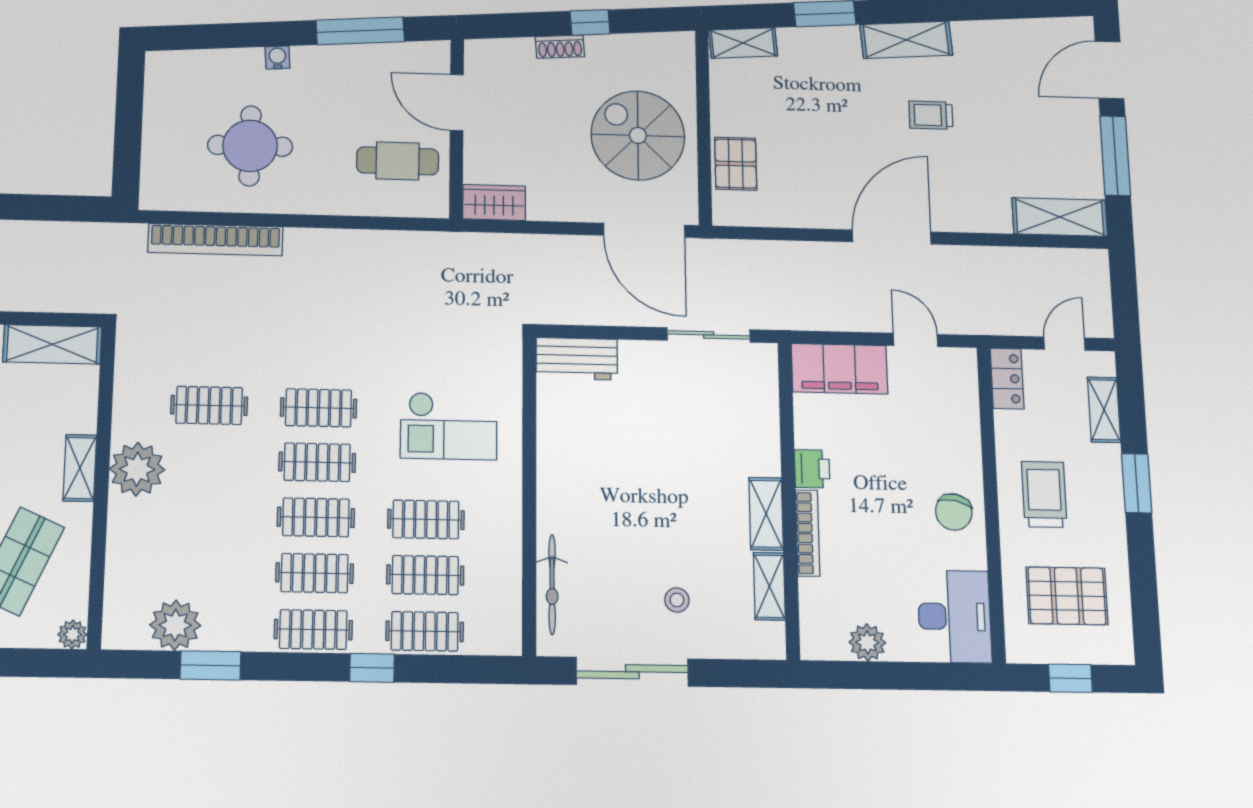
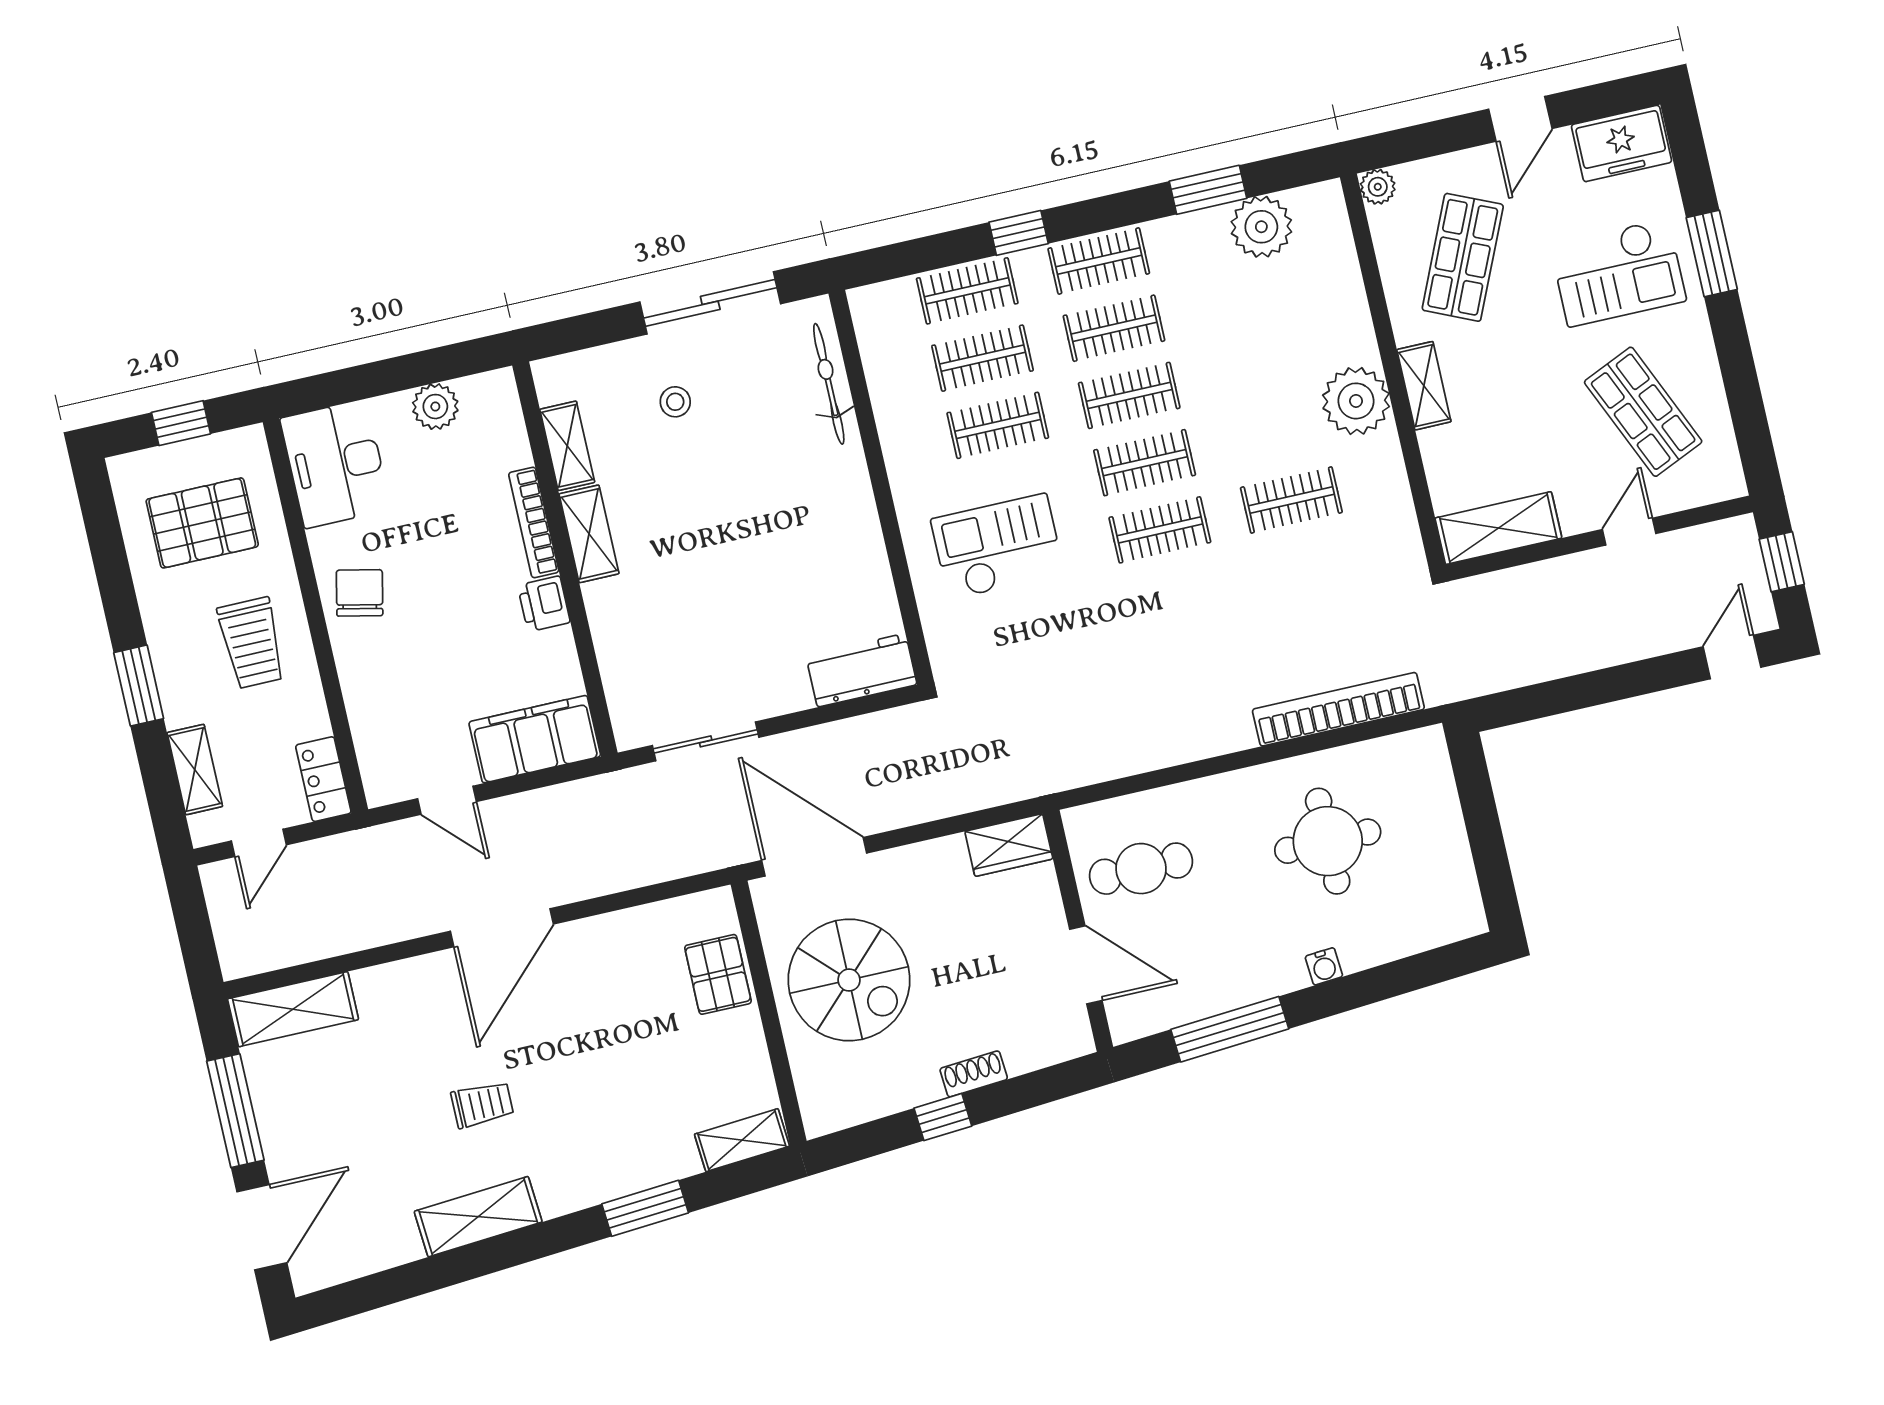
shelving: (906, 40) -> (478, 1217), moved

